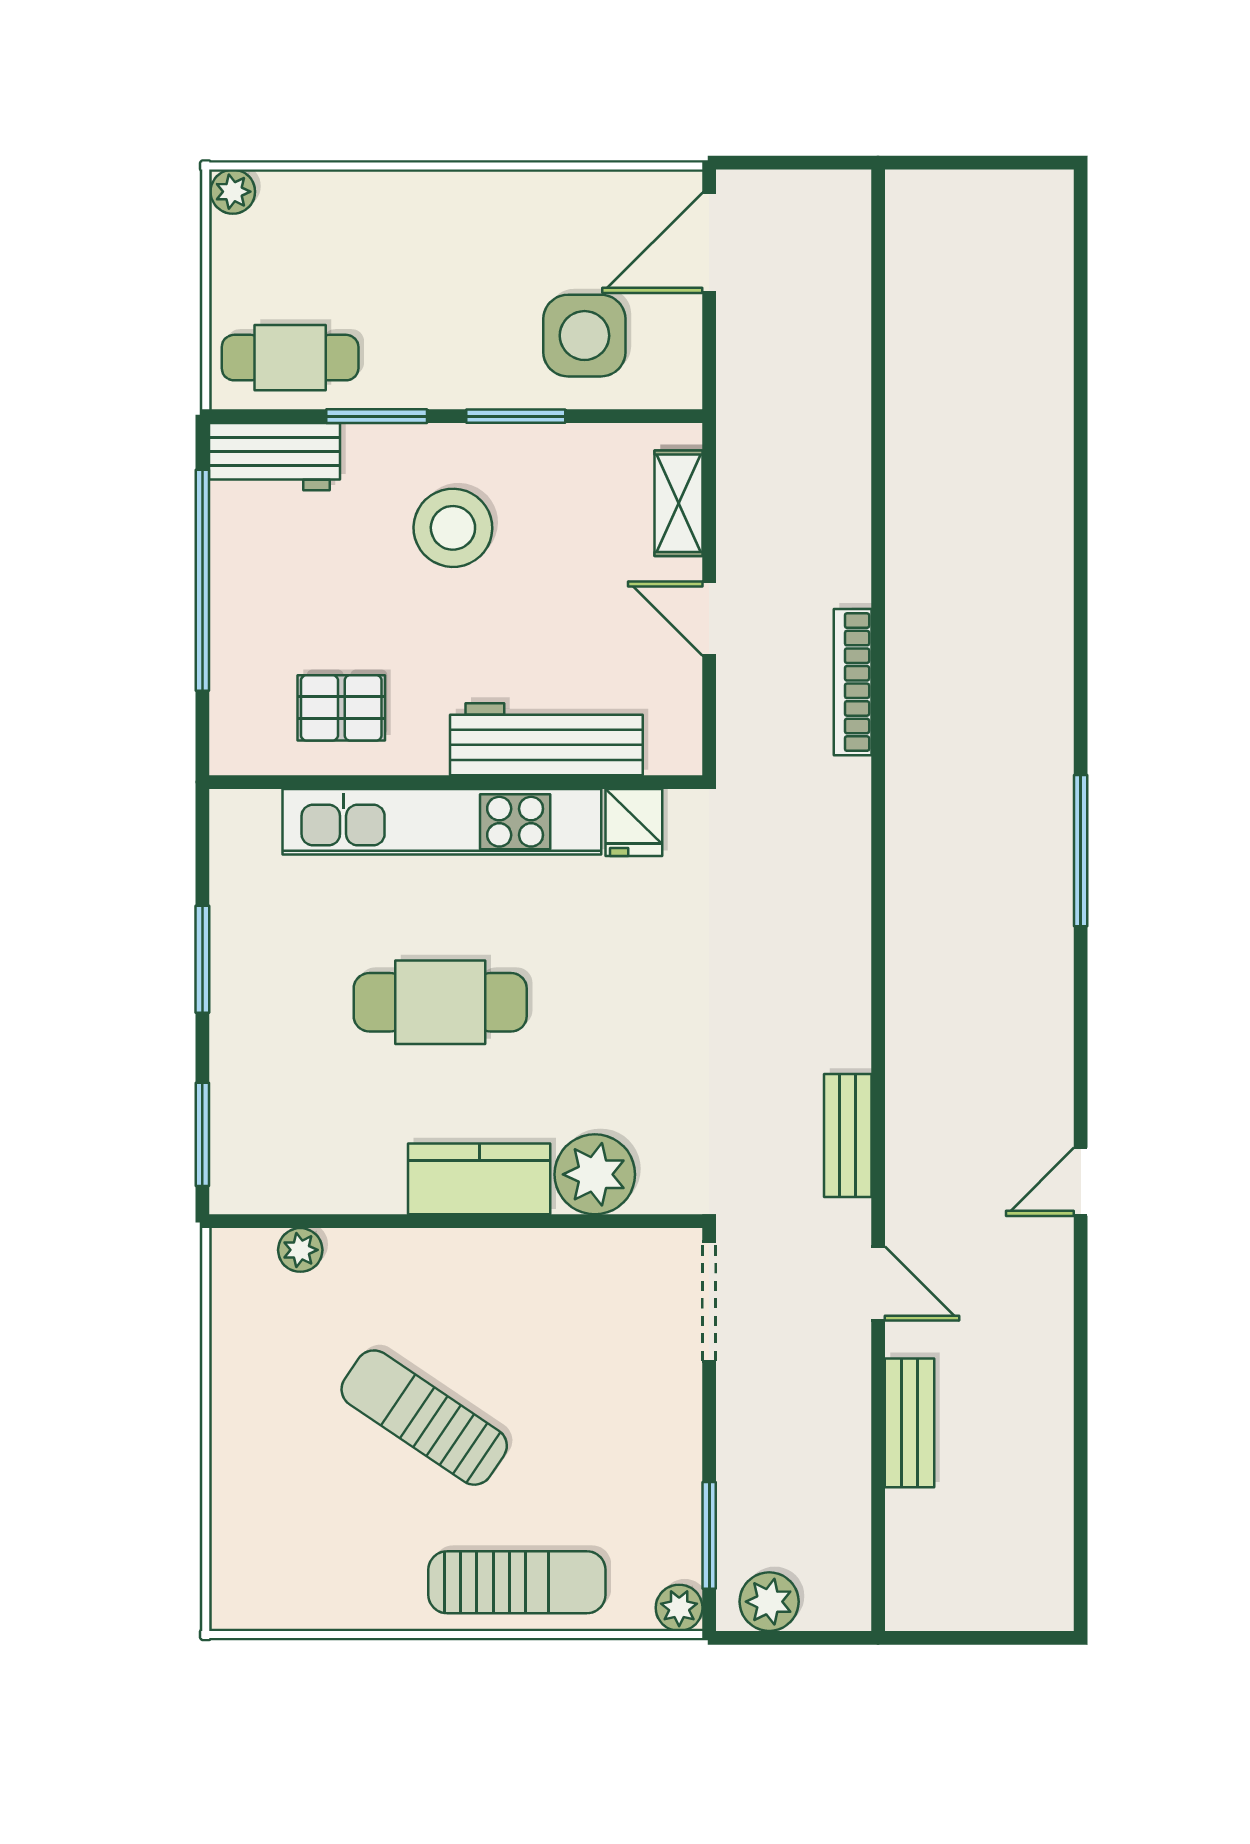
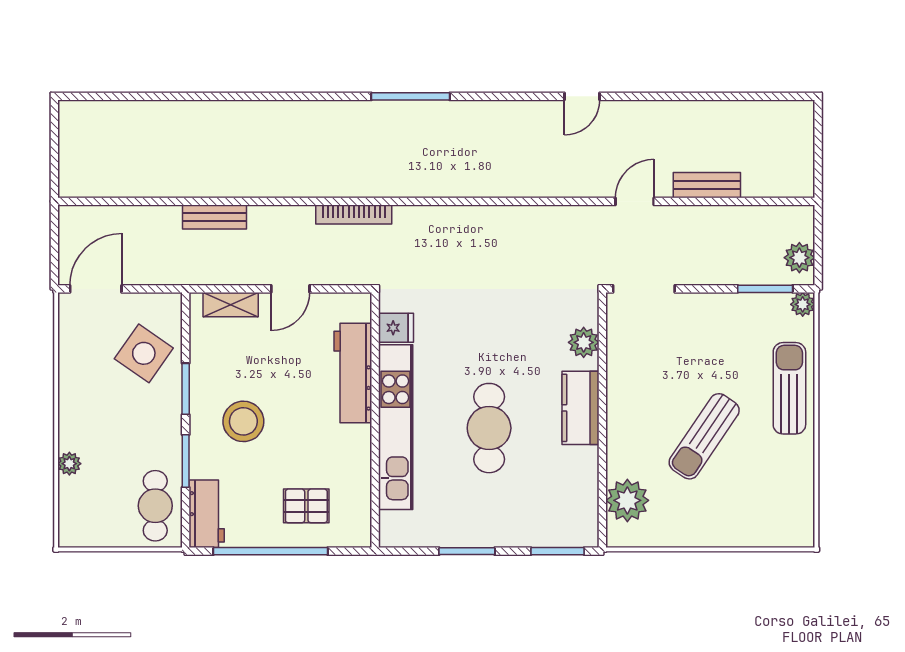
plant: (233, 192) -> (69, 464), moved
door: (709, 243) -> (96, 289), swing flipped
side table: (584, 336) -> (144, 353), turned 35
bookcase: (853, 682) -> (354, 215), moved
pallet: (341, 708) -> (306, 506), moved, turned 90
bench: (848, 1135) -> (215, 217), moved
plant: (595, 1174) -> (584, 342), width x0.73, depth x0.73
door: (1081, 1182) -> (582, 96), hinge flipped
plant: (300, 1250) -> (627, 500), width x1.88, depth x1.88

